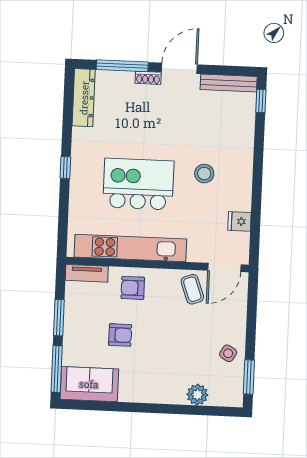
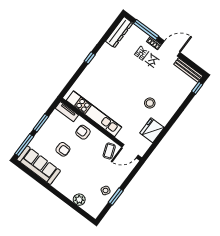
kitchen island: (138, 184) -> (117, 88), removed
fridge: (239, 221) -> (152, 130), width x1.88, depth x1.34
window: (249, 377) -> (116, 196), moved
sofa: (89, 384) -> (39, 165), width x1.36

